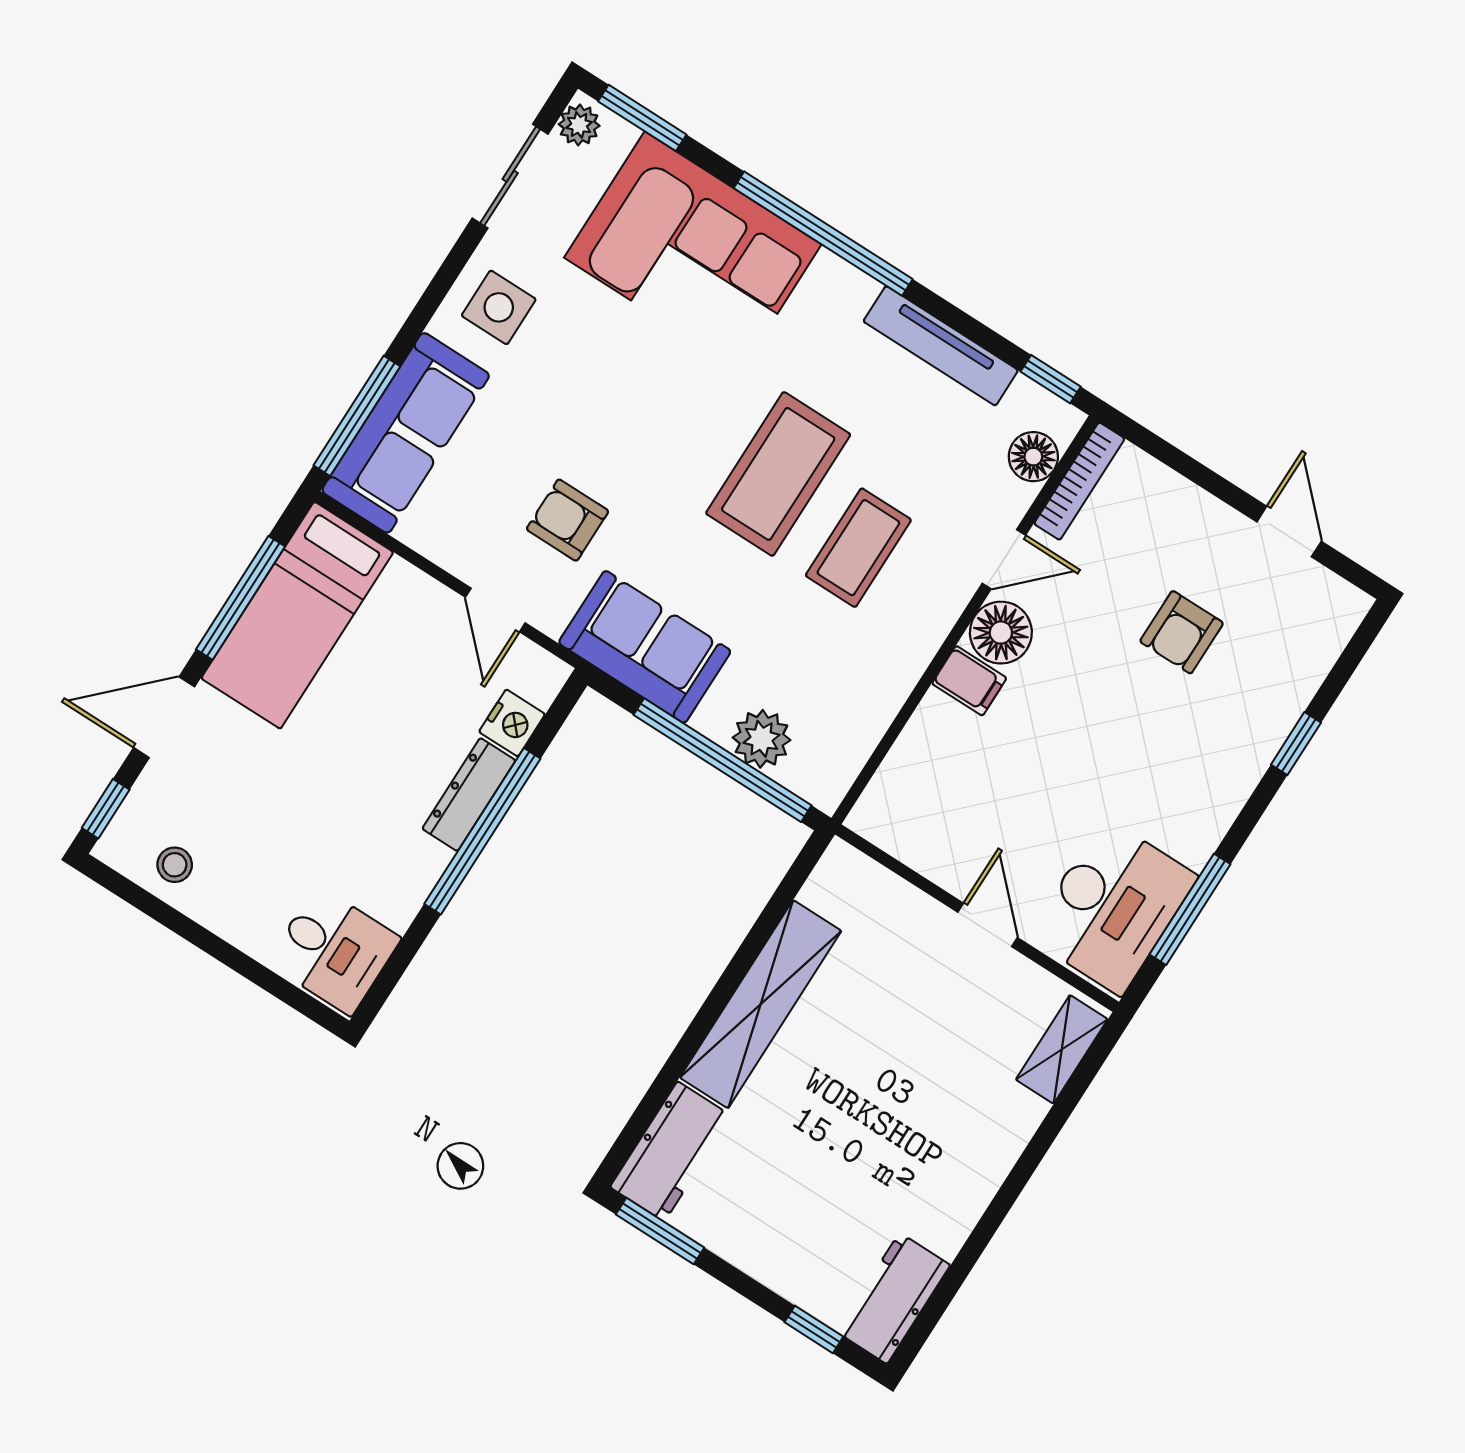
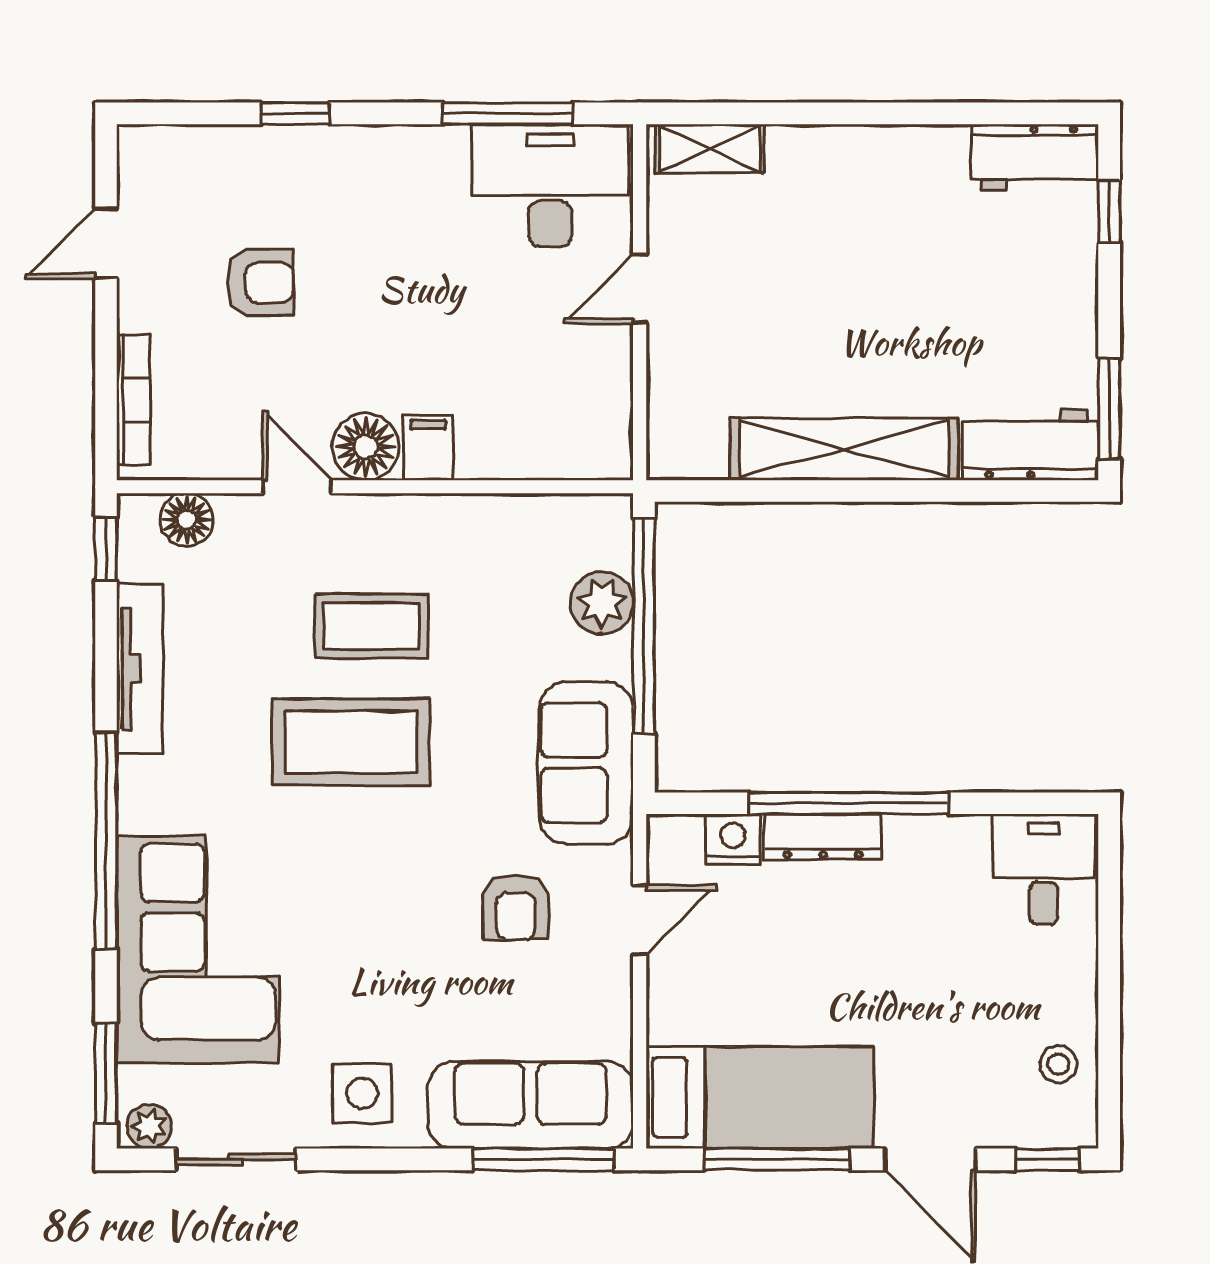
bookcase: (1079, 481) -> (133, 400), moved, turned 90

